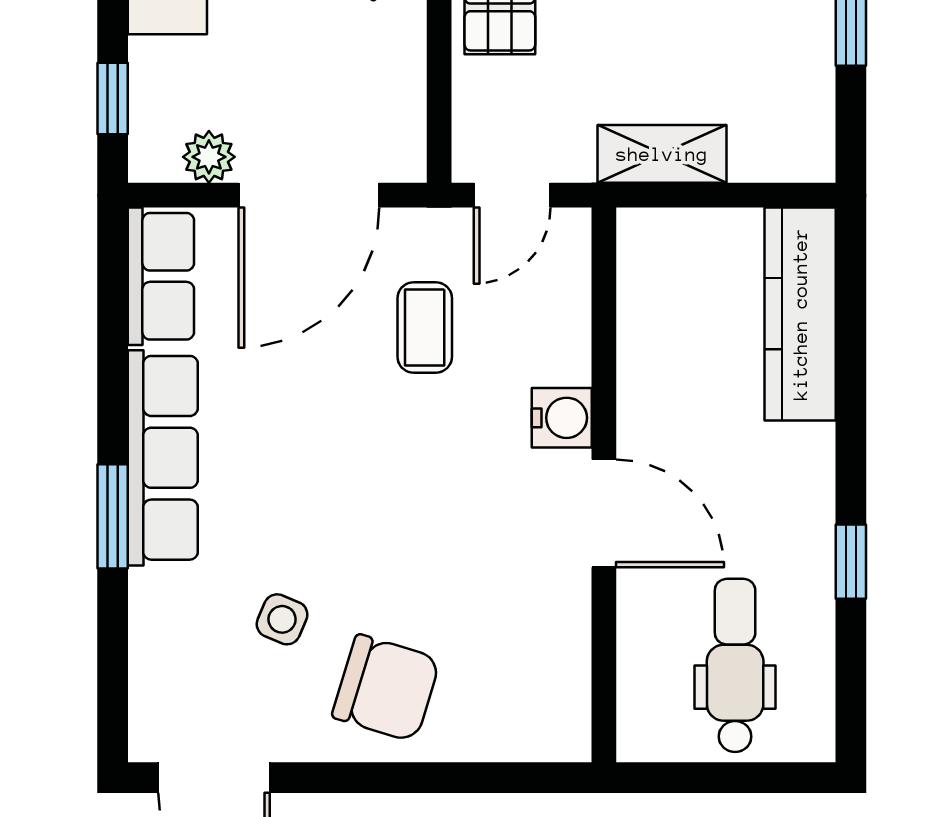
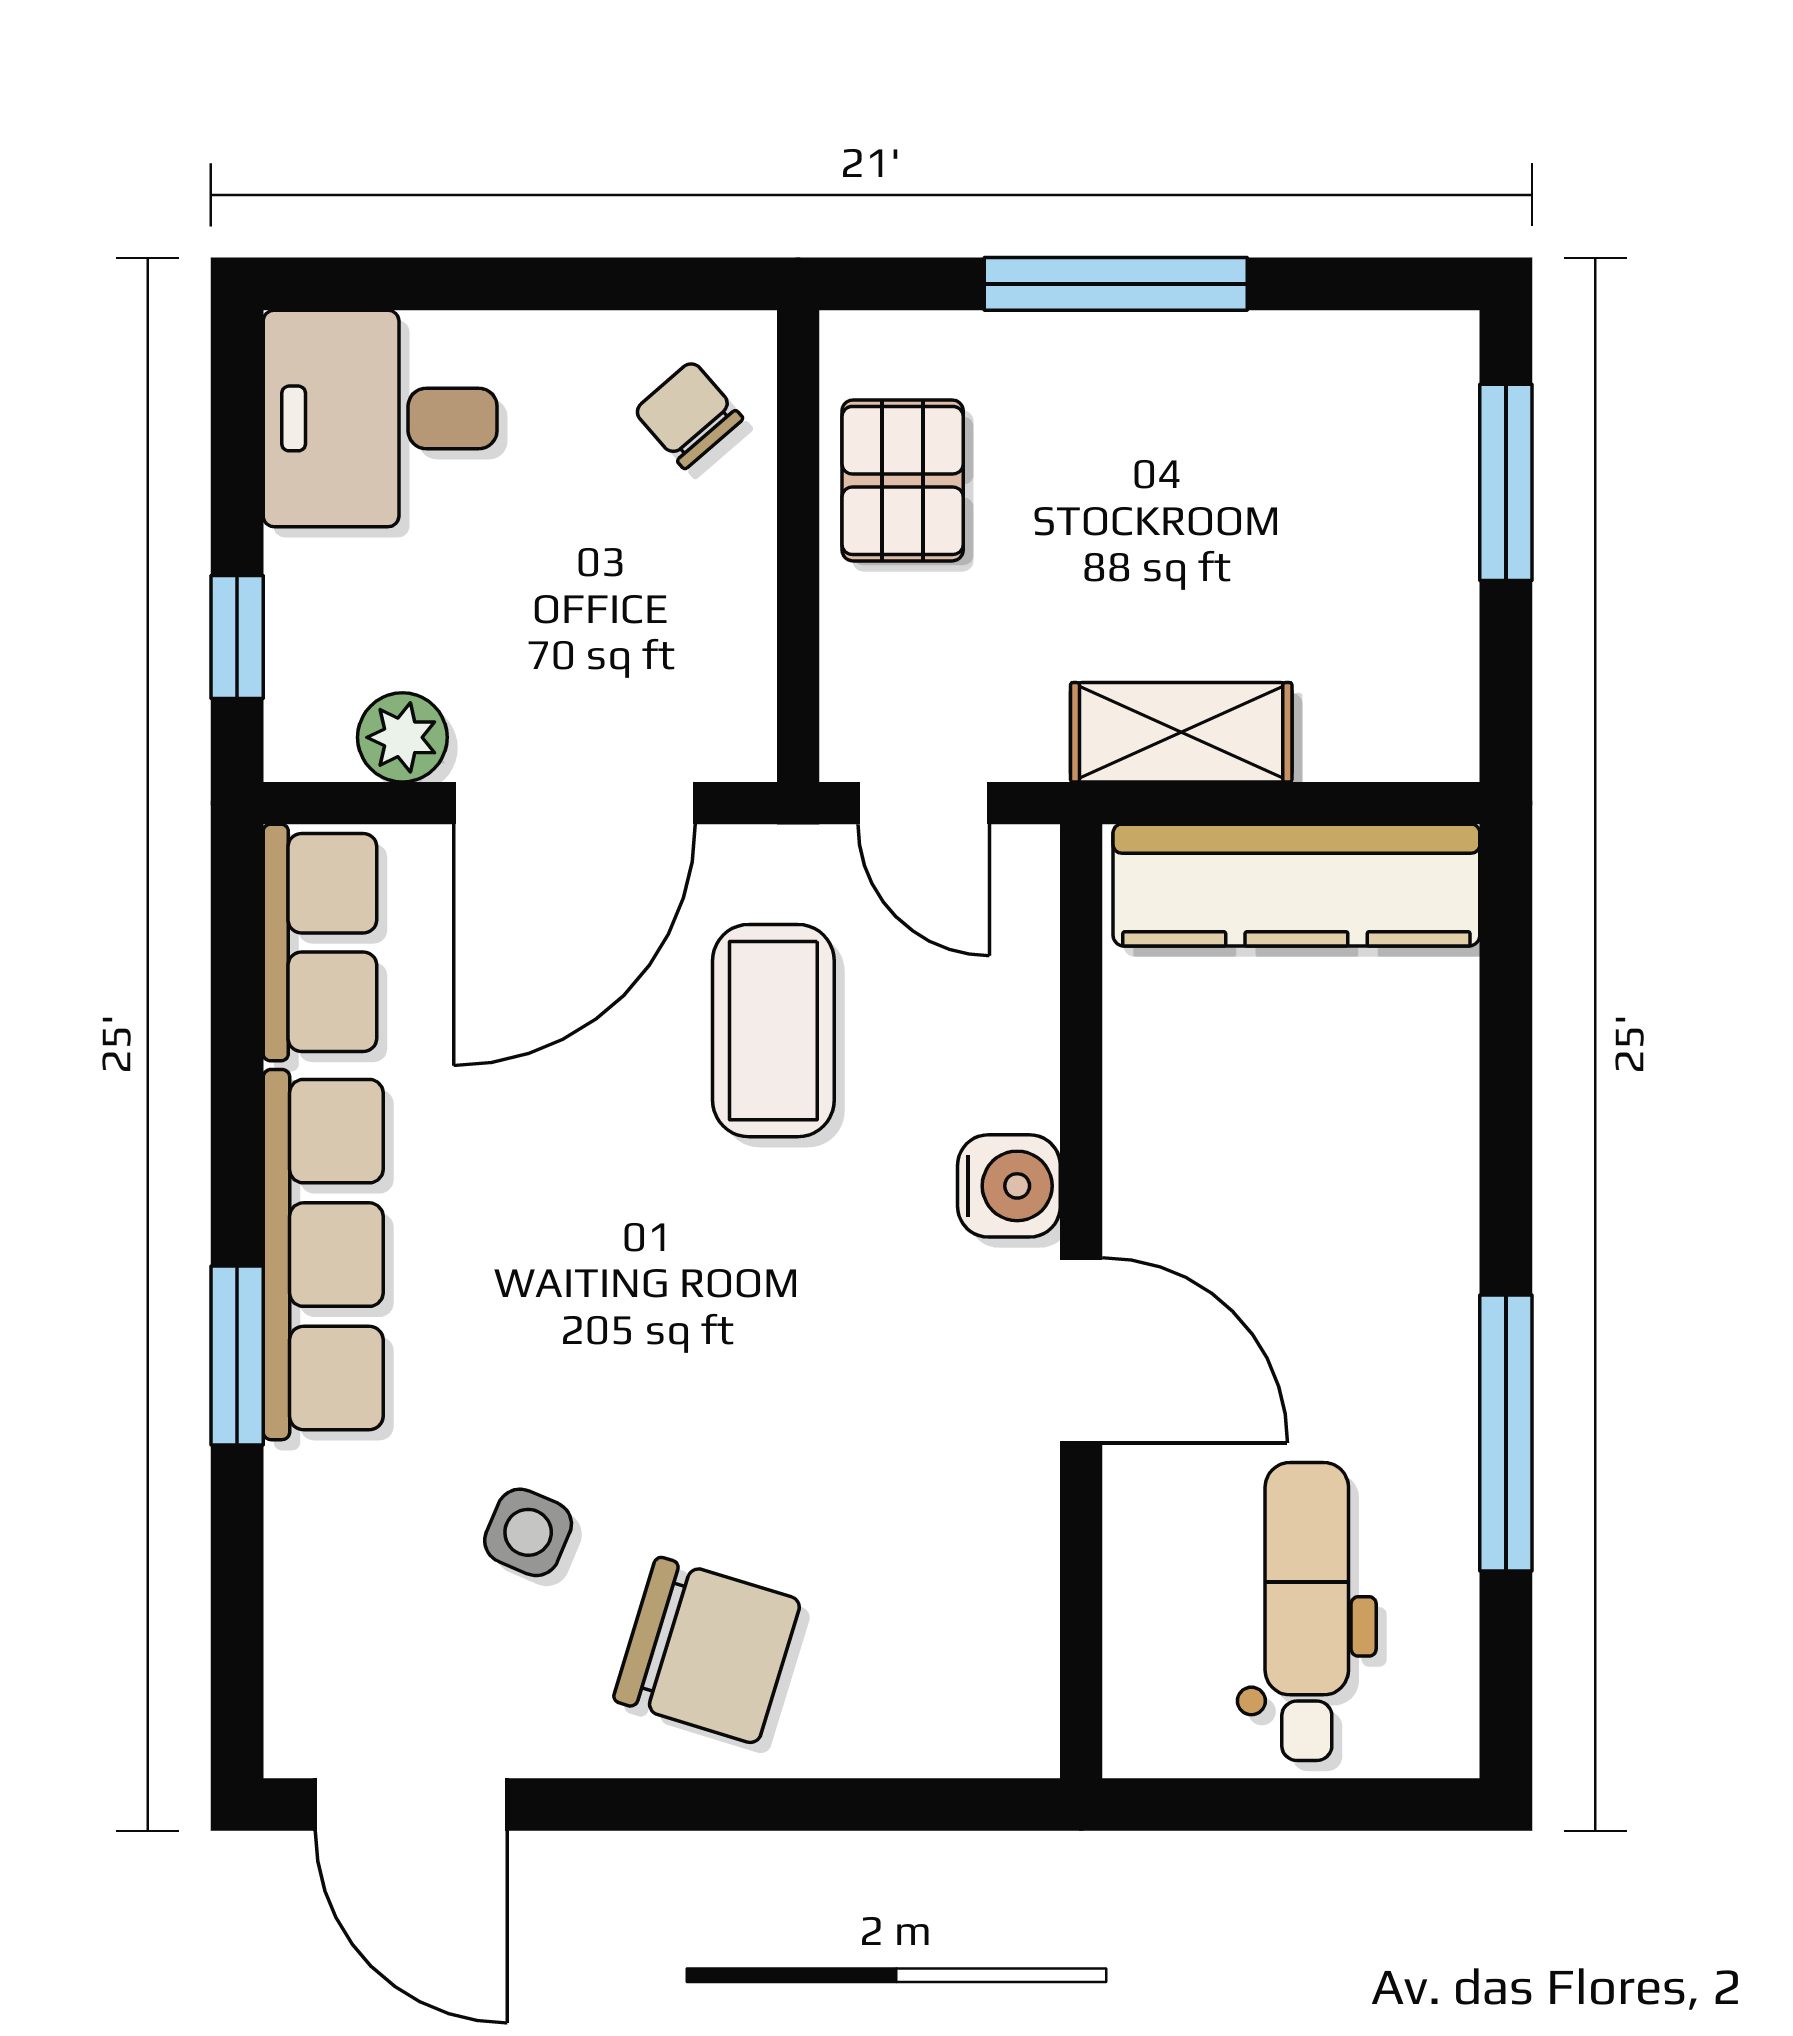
door: (512, 195) -> (924, 803), hinge flipped
kitchen counter: (800, 314) -> (1296, 885), moved, turned -90
coffee table: (425, 327) -> (773, 1031), width x1.36, depth x1.30
window: (851, 562) -> (1506, 1433), width x2.17

